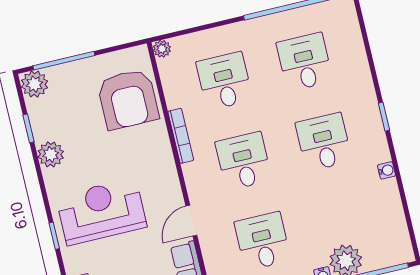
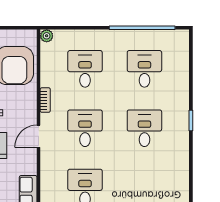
bookcase: (181, 136) -> (45, 100), width x0.64
water cooler: (387, 170) -> (184, 159), removed
door: (191, 221) -> (39, 136), moved

